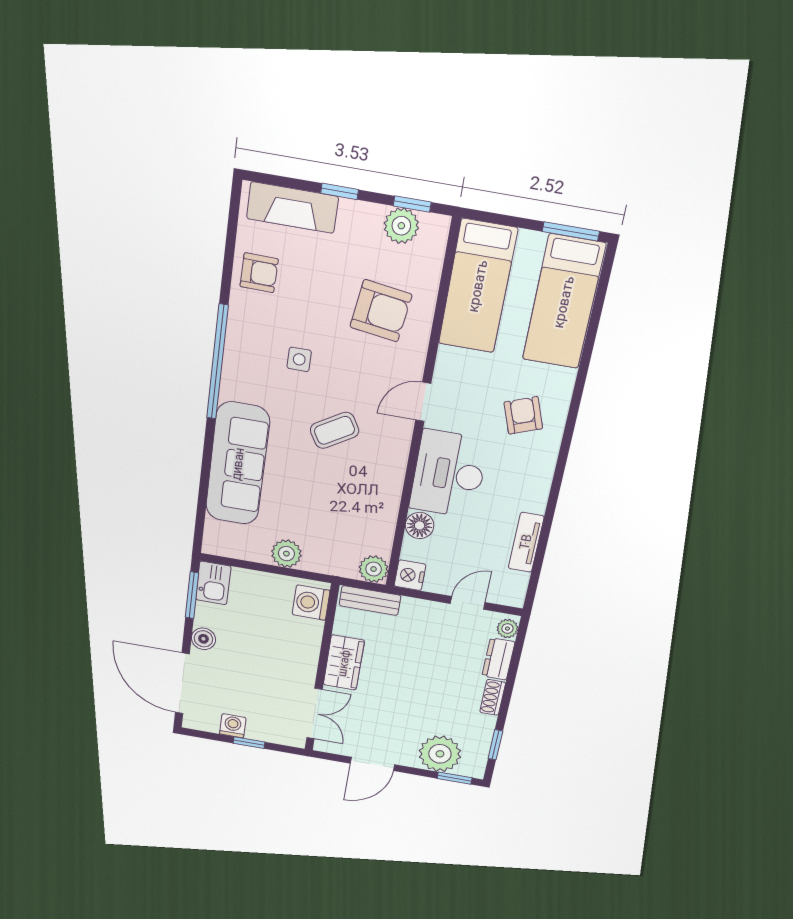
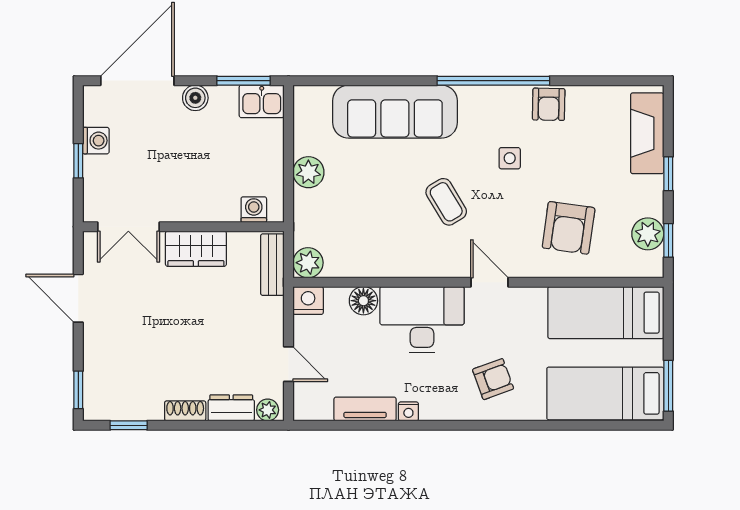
armchair: (259, 273) -> (549, 104), moved
nightstand: (538, 503) -> (408, 411), added
washing machine: (311, 603) -> (254, 210), width x0.73, depth x0.73
plant: (440, 754) -> (106, 369), removed

